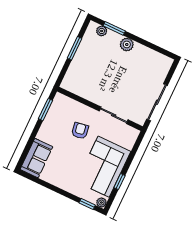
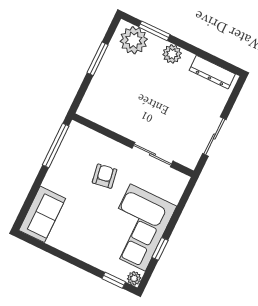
plant: (102, 31) -> (134, 40), width x1.88, depth x1.88
dresser: (155, 57) -> (212, 72), added
sliding door: (157, 102) -> (214, 137), width x0.73
window: (45, 110) -> (56, 146), width x1.44

